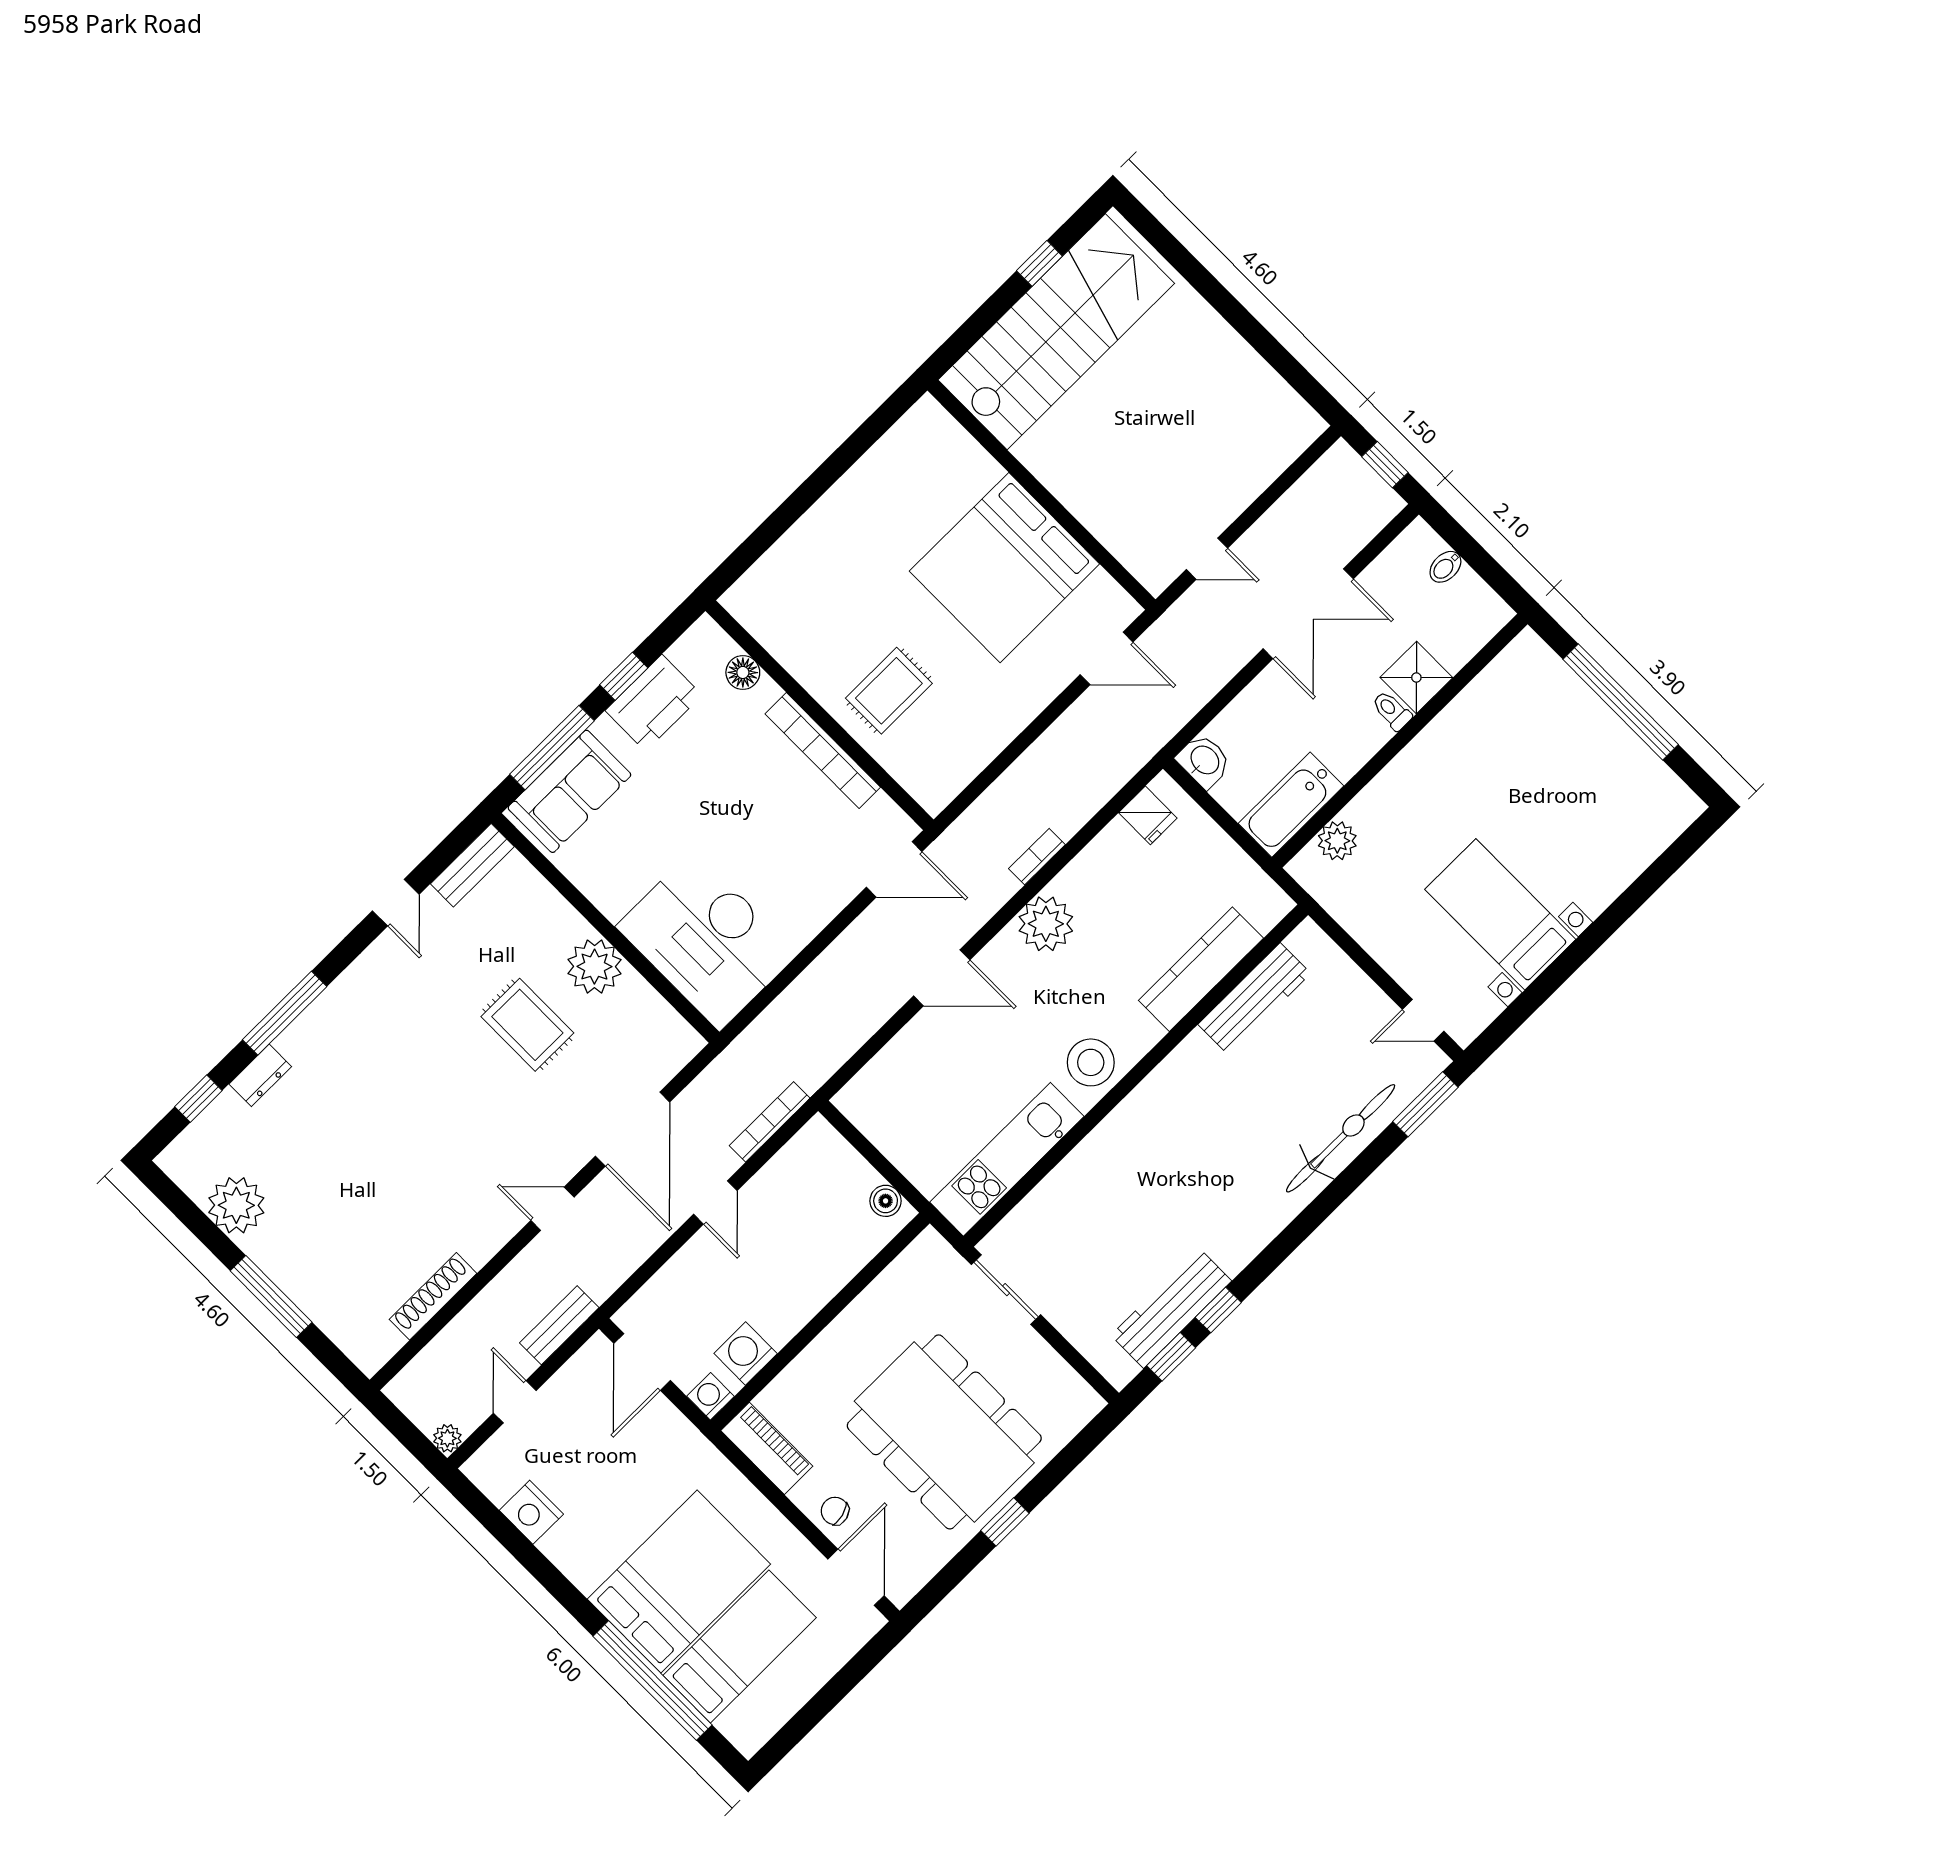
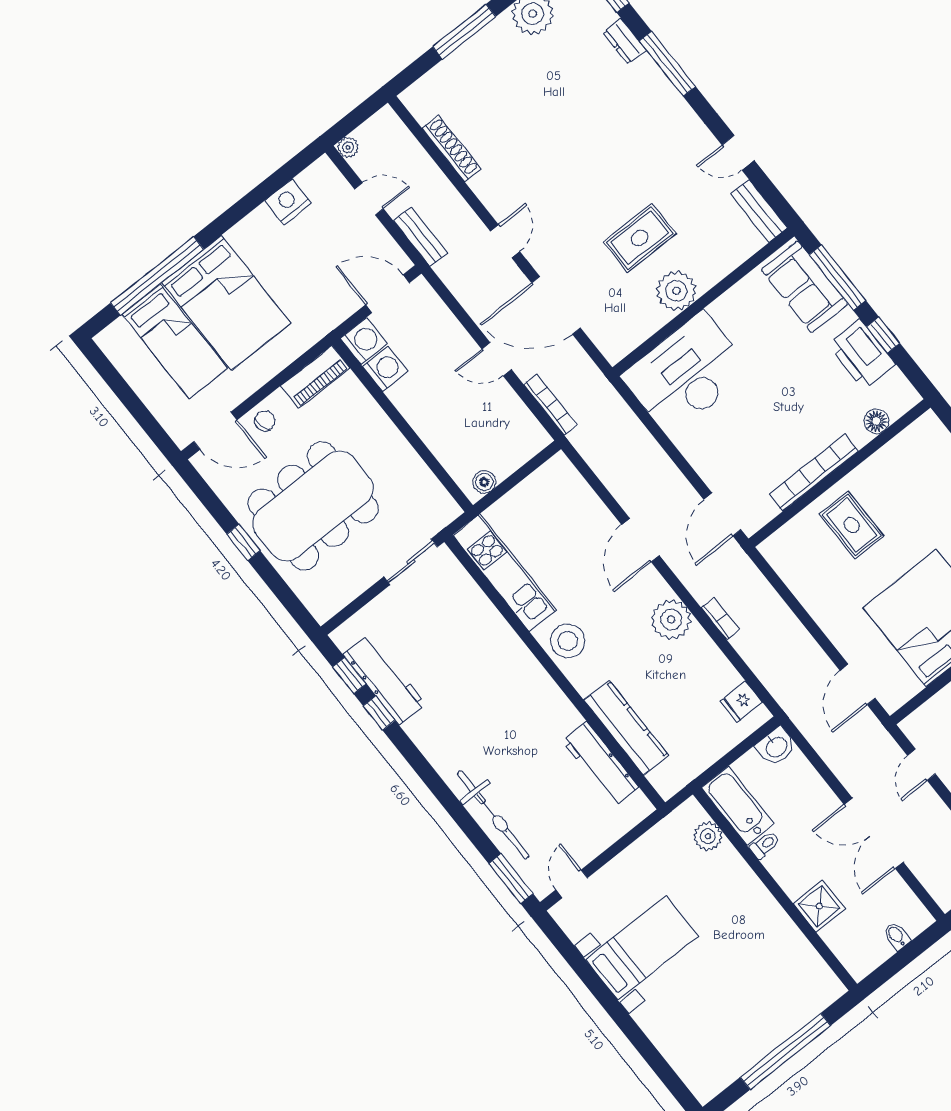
toilet: (1392, 711) -> (765, 845), moved
washing machine: (710, 1396) -> (364, 341), width x1.38, depth x1.38

